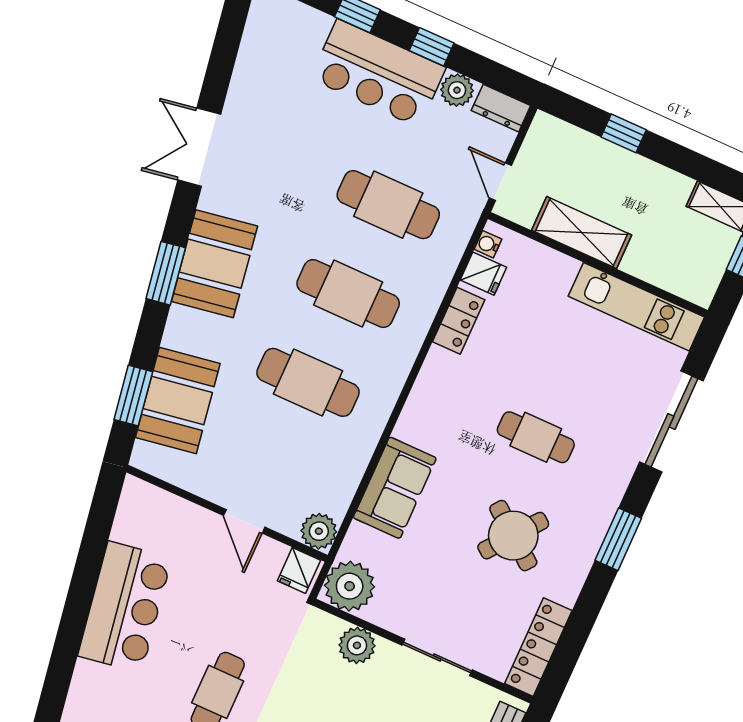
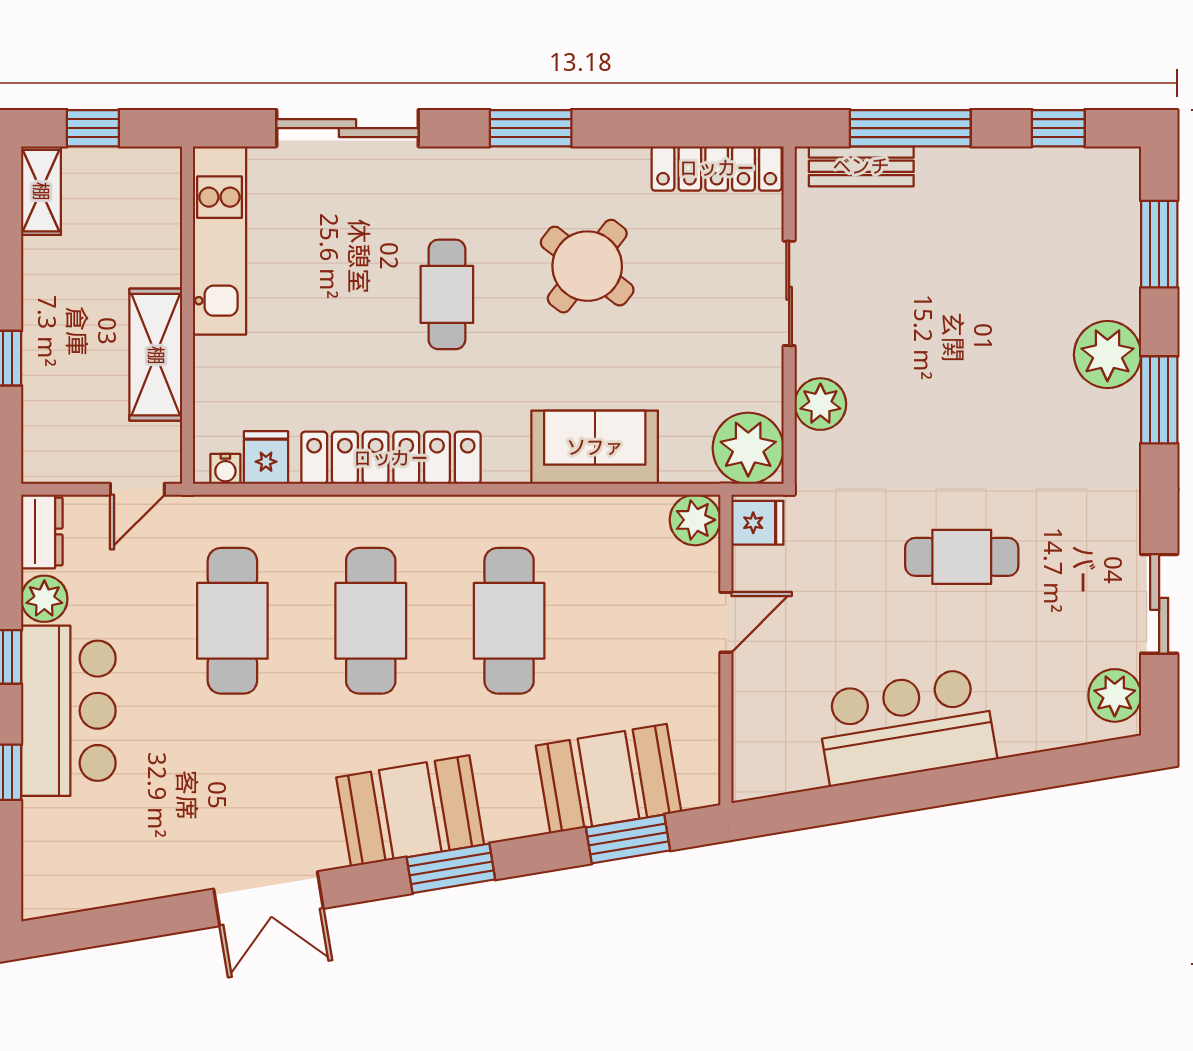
locker: (459, 321) -> (391, 458), width x2.16, depth x1.21

